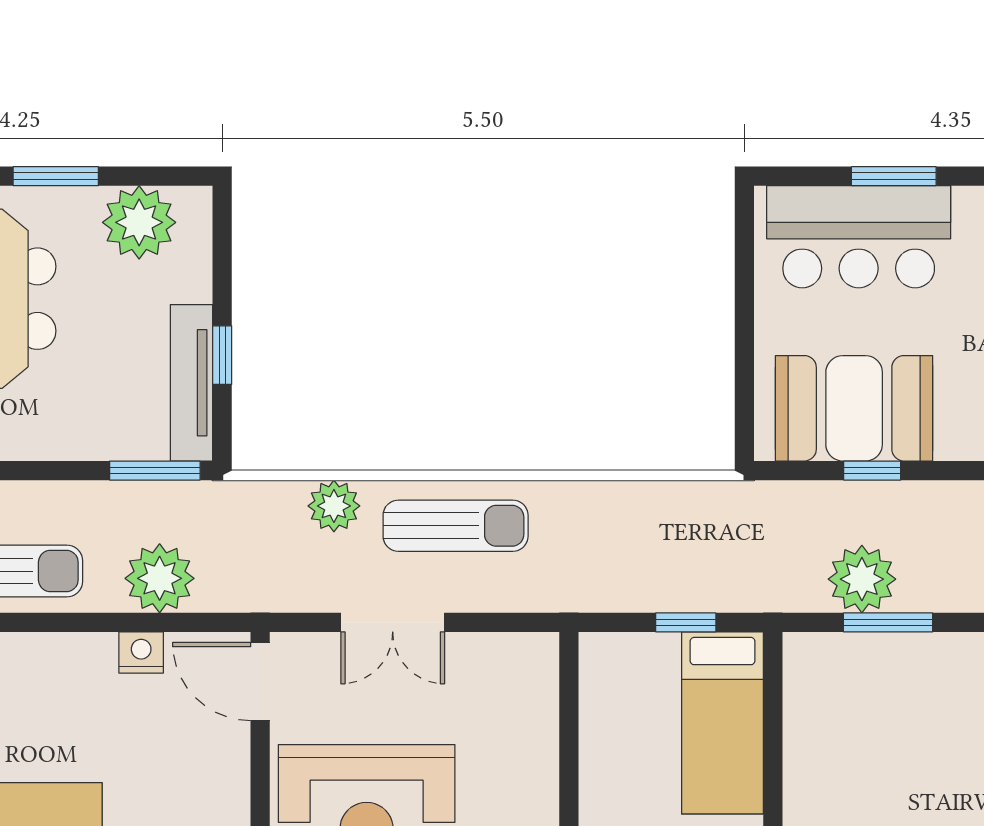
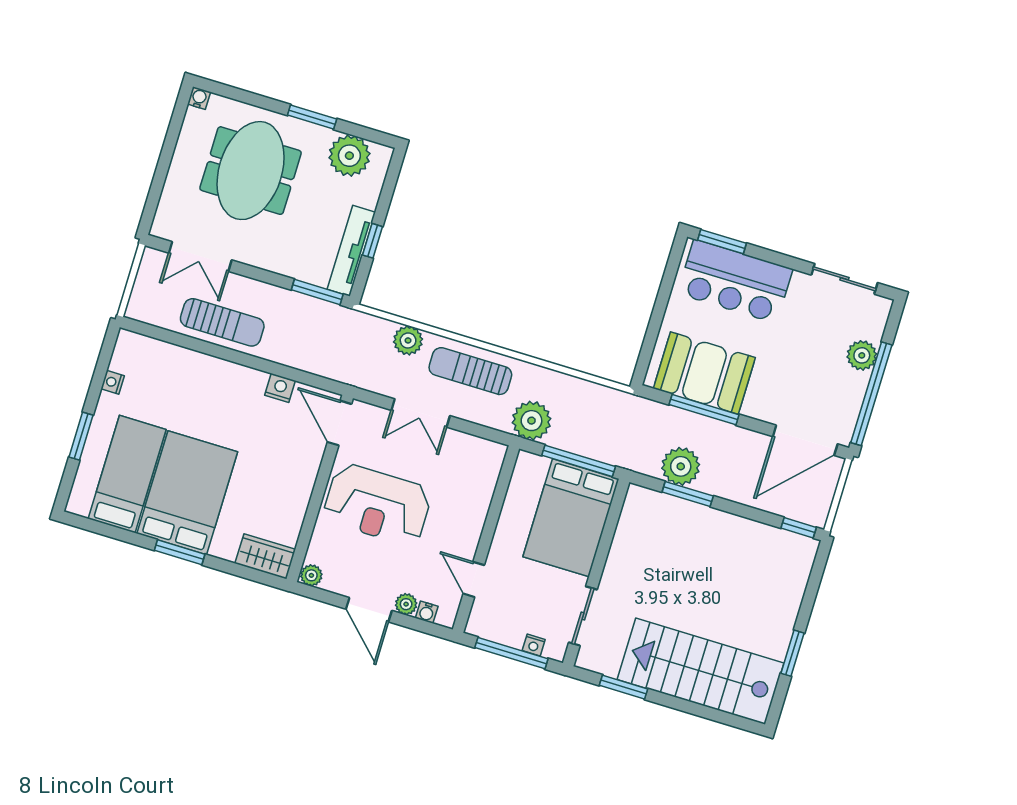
window: (894, 176) -> (722, 242), moved
window: (872, 471) -> (704, 410), width x2.17
sun lounger: (456, 526) -> (470, 371), turned 180
plant: (160, 578) -> (531, 421), moved
window: (686, 622) -> (579, 461), width x2.17
bed: (723, 723) -> (571, 518), width x1.50

